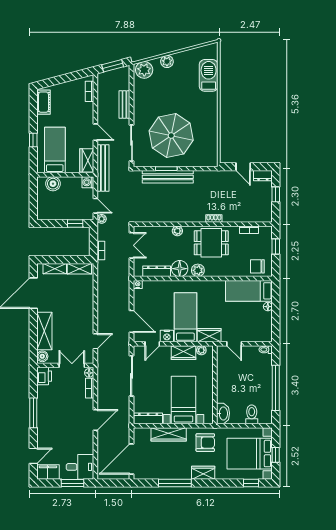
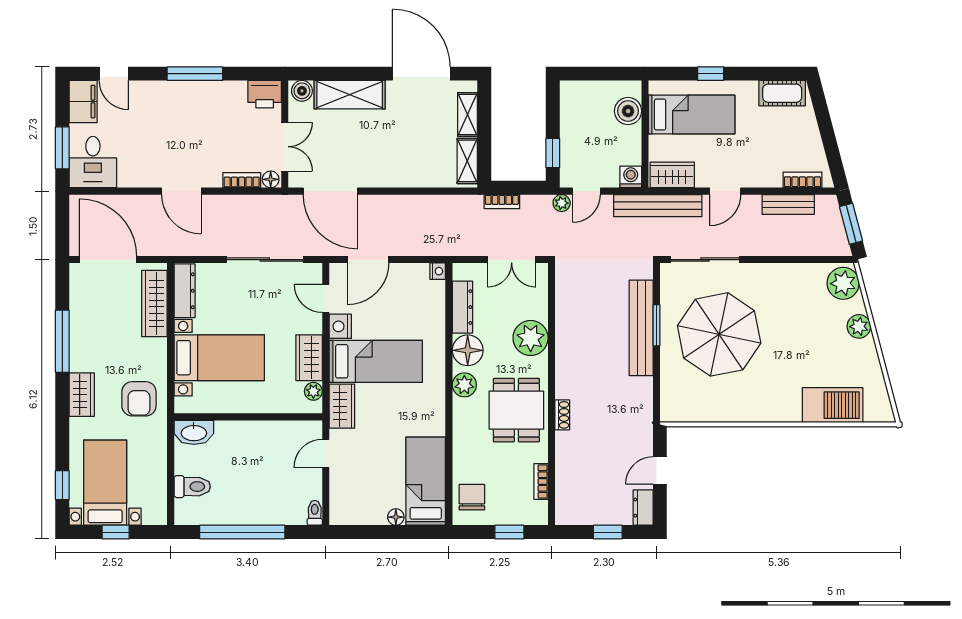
bench: (124, 105) -> (788, 204), moved
plant: (177, 231) -> (531, 338), width x1.87, depth x1.87
door: (95, 341) -> (330, 191), width x1.88
wardrobe: (169, 434) -> (154, 304), moved
bed with nightstands: (250, 454) -> (105, 483), width x0.73

